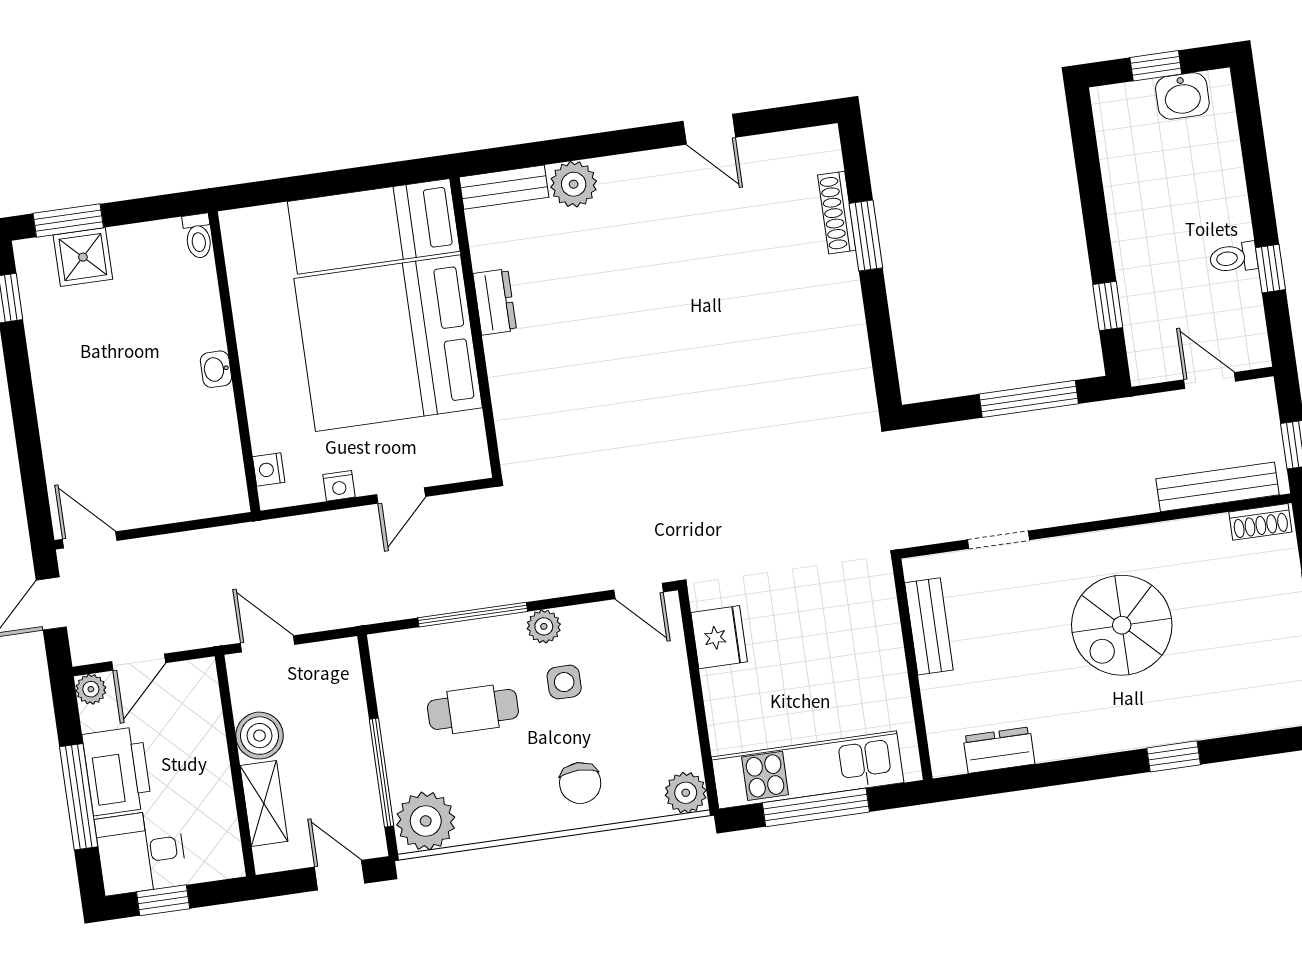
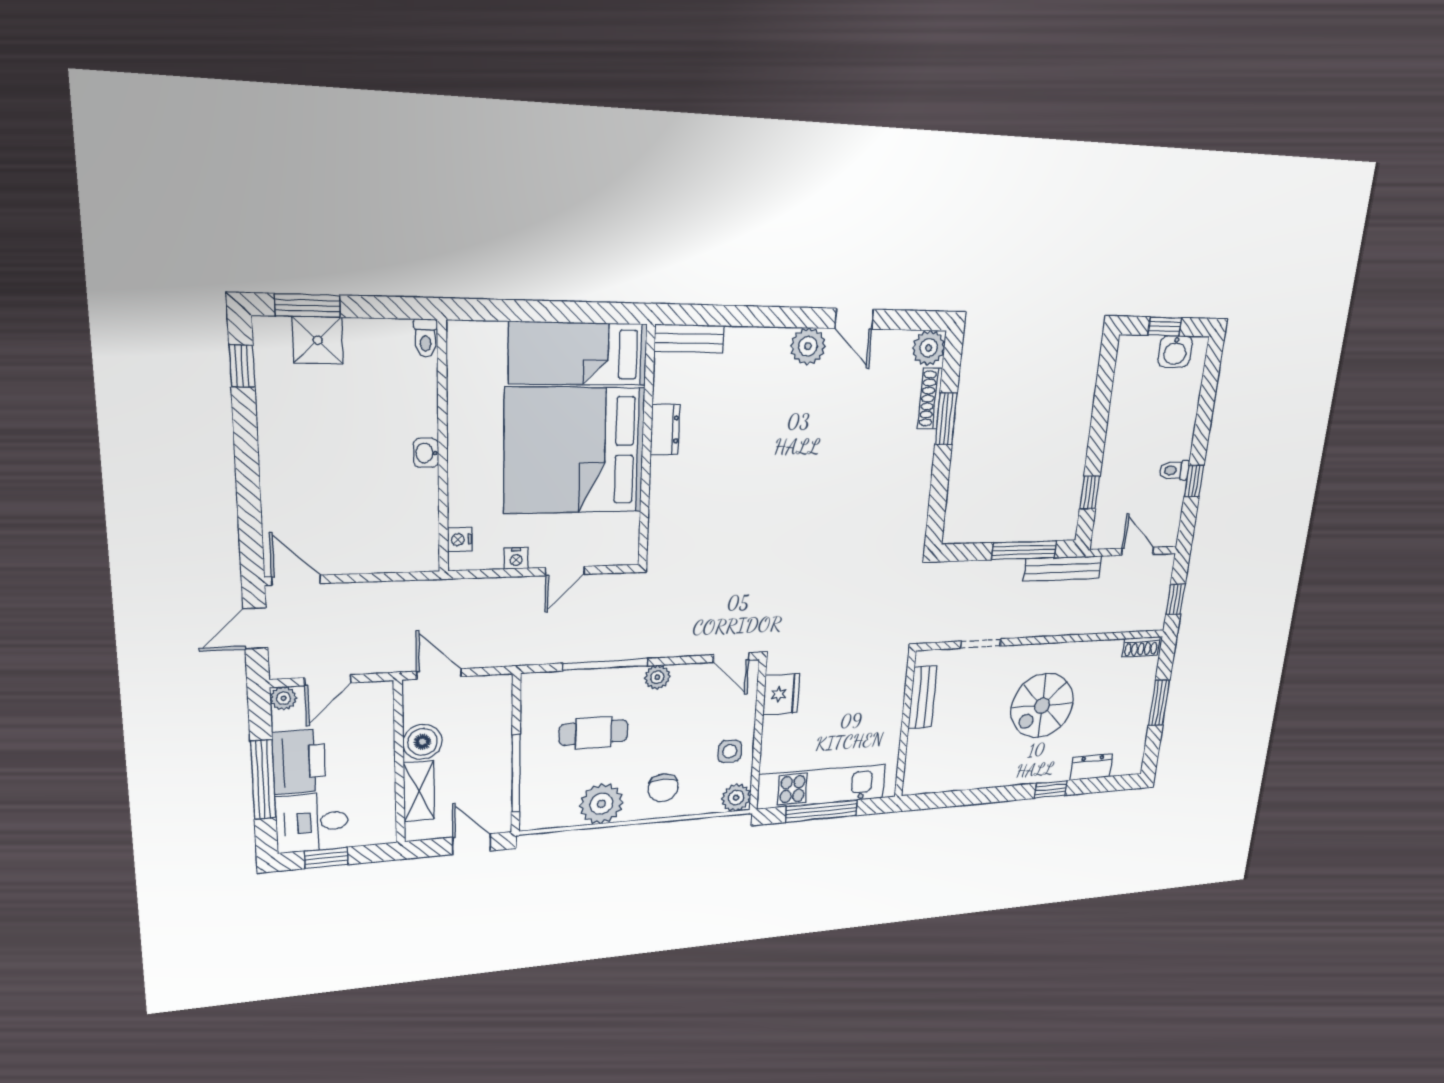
plant: (818, 149) -> (929, 348), added
plant: (574, 184) -> (808, 346), moved
bench: (1217, 487) -> (1063, 568), moved
side table: (564, 682) -> (730, 751), moved
dresser: (999, 750) -> (1092, 767), moved
plant: (426, 821) -> (601, 804), moved

